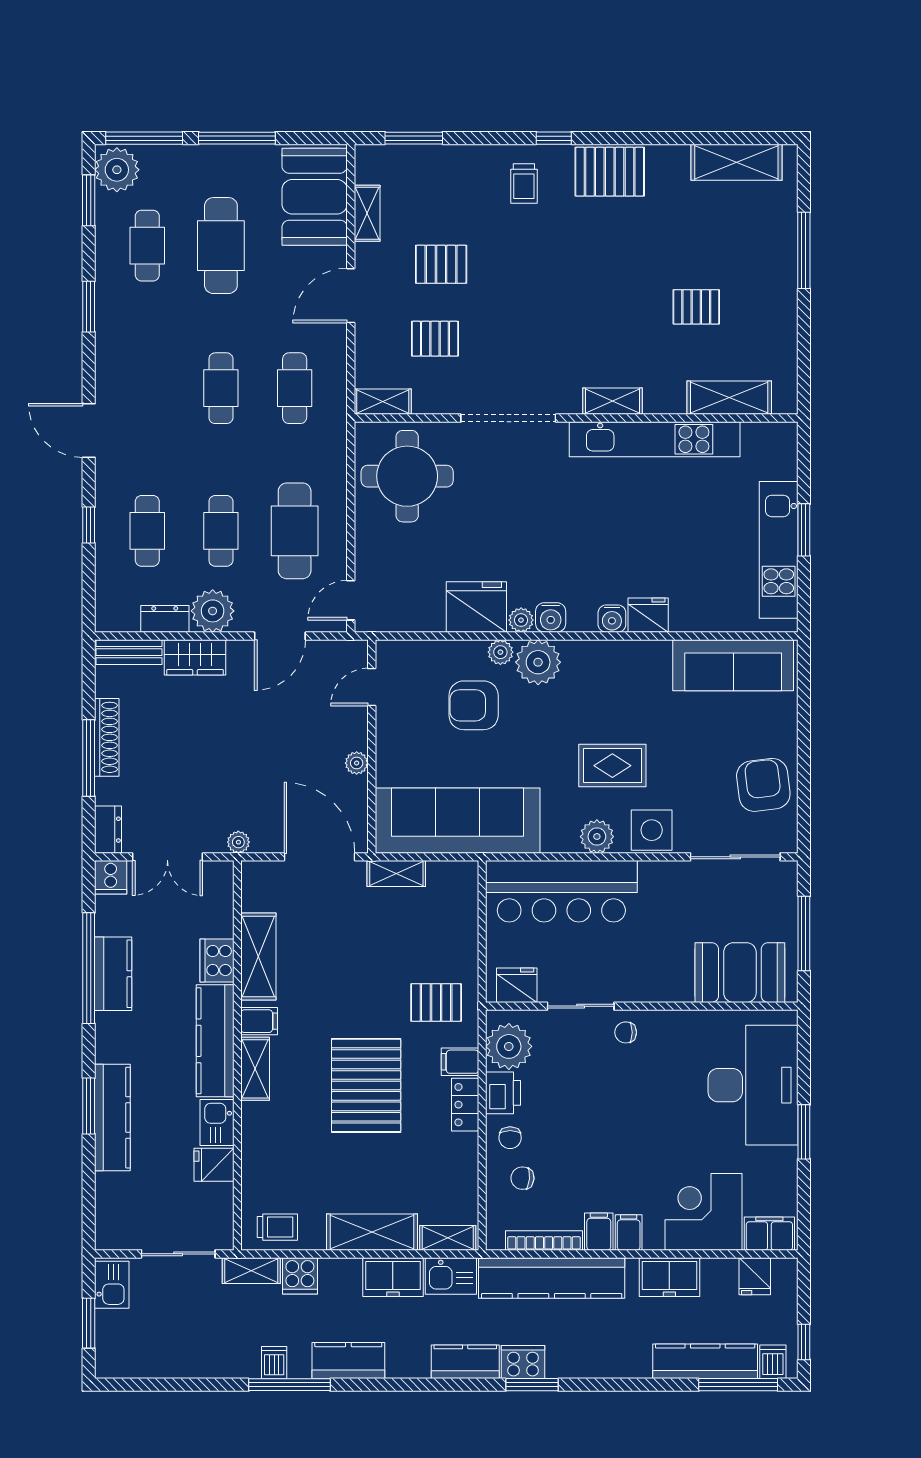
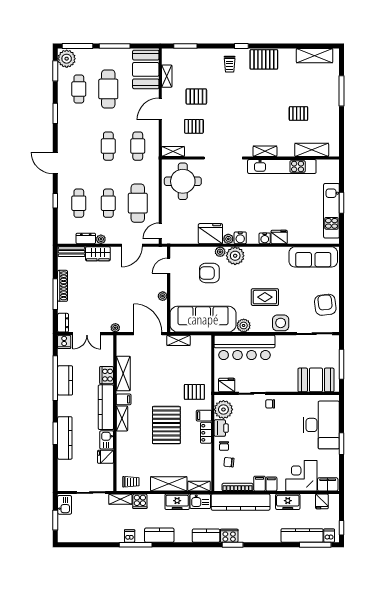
plant: (213, 611) -> (101, 239), width x0.53, depth x0.53
plant: (597, 837) -> (244, 325), moved

